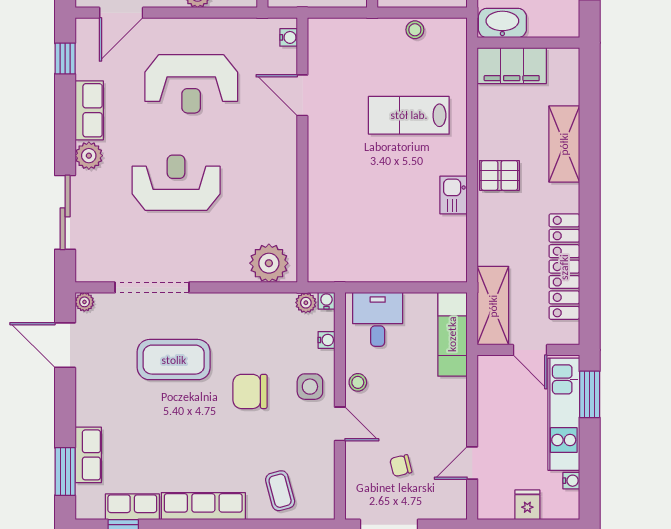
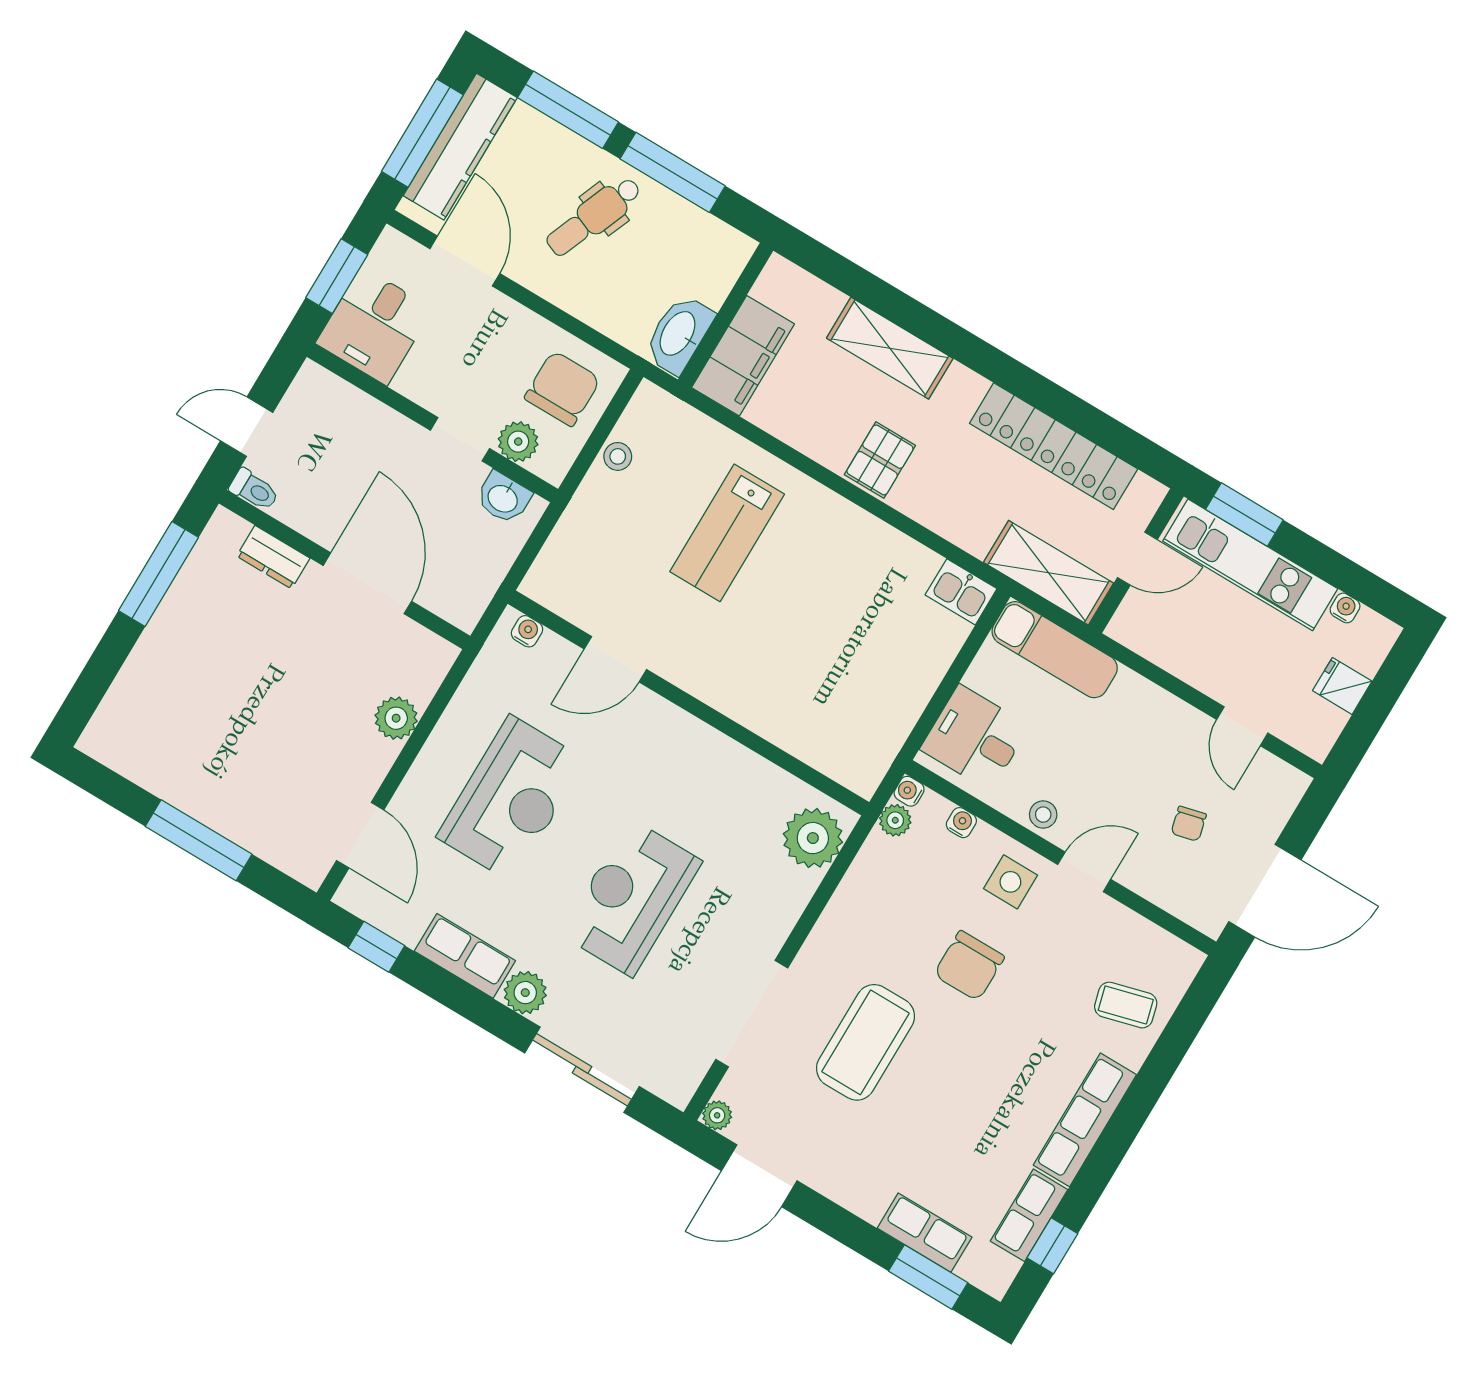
kitchen sink: (454, 195) -> (961, 592), moved

